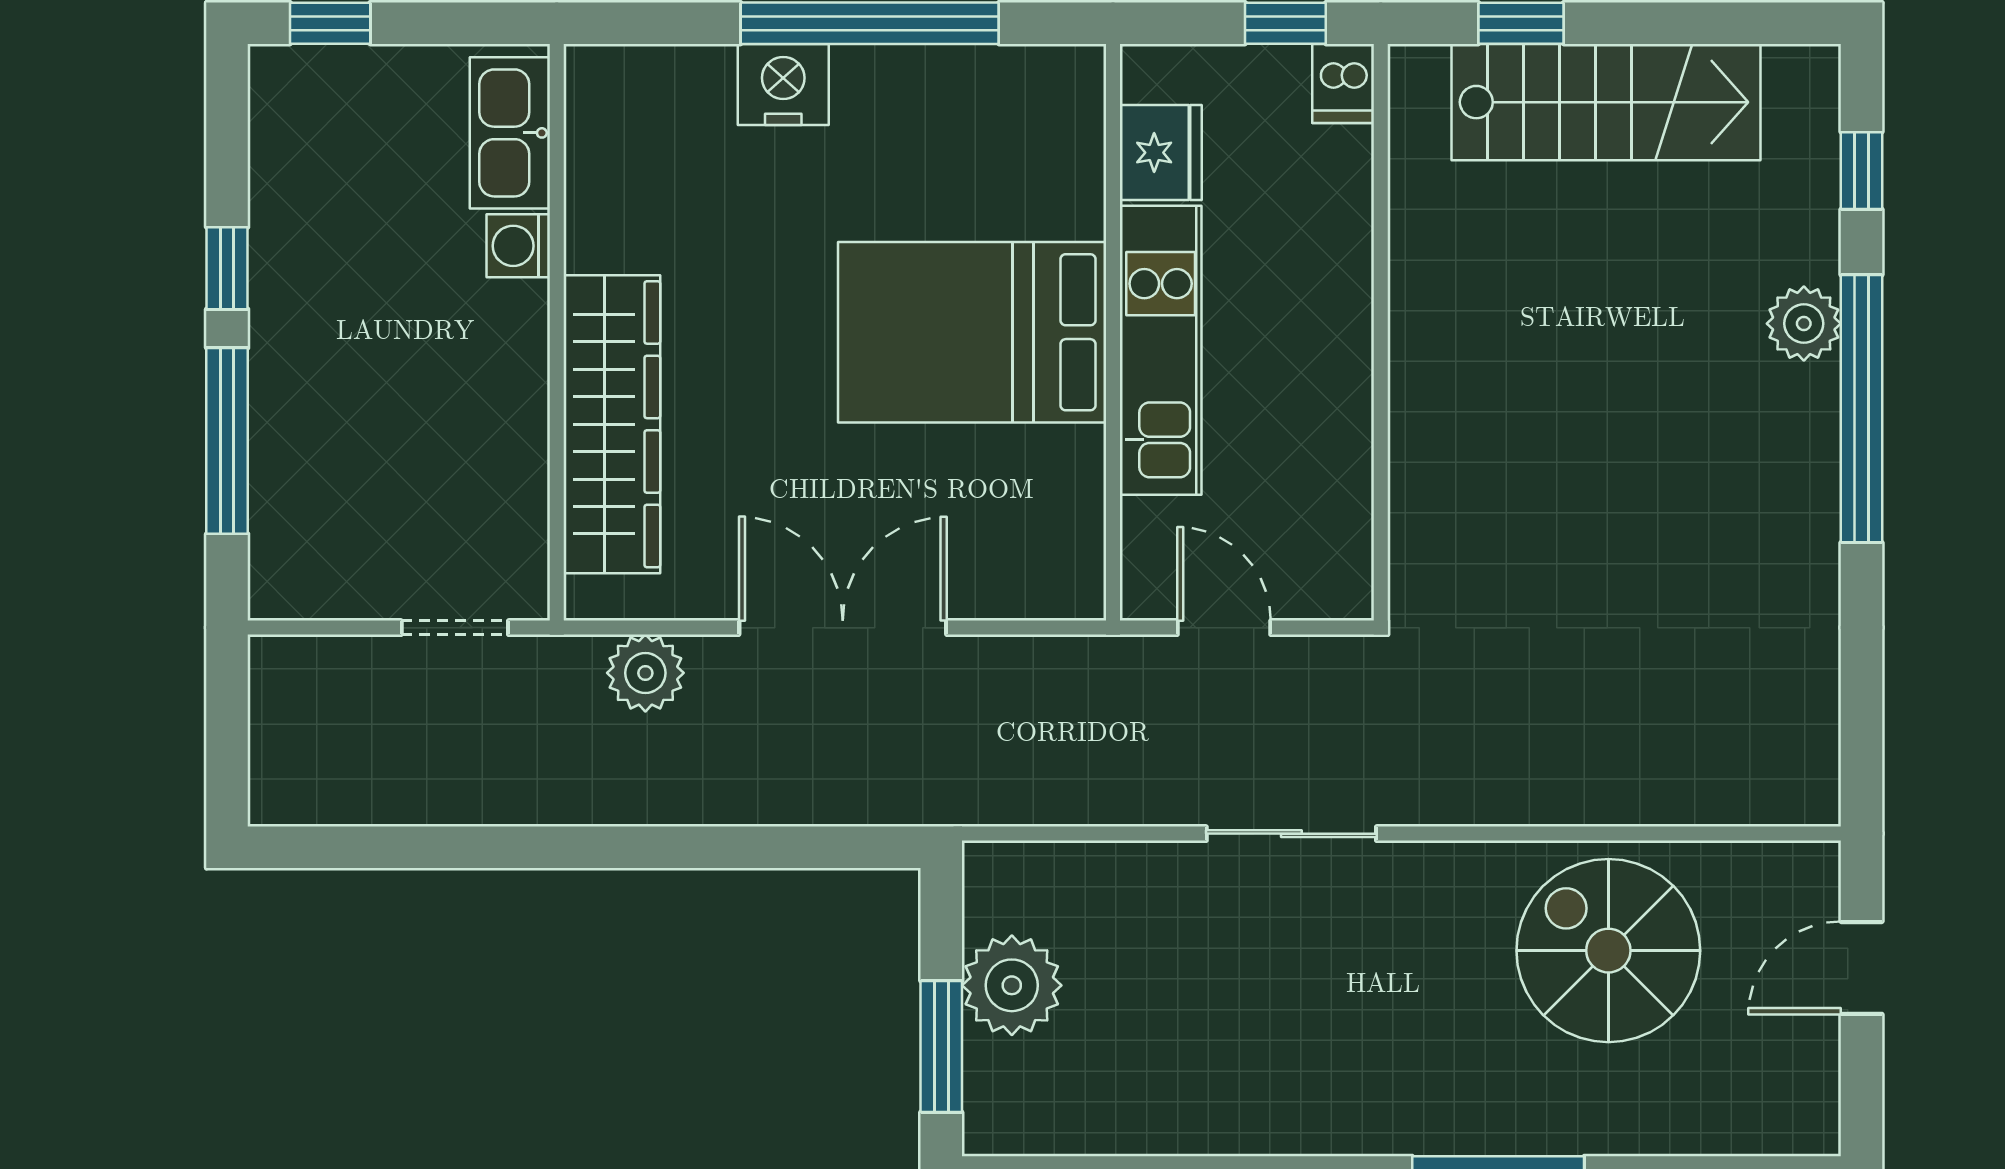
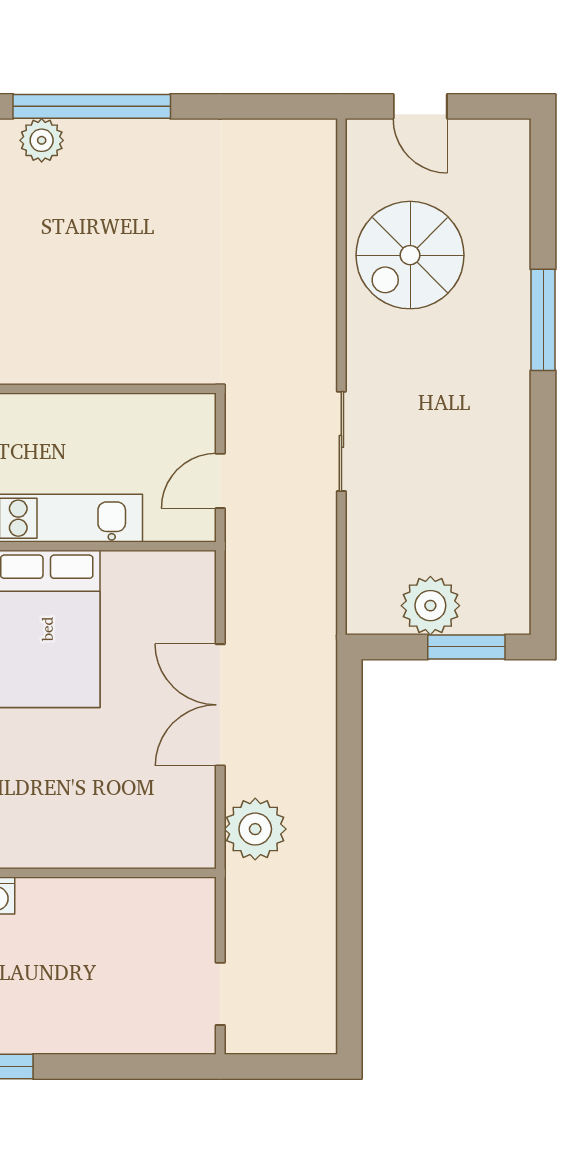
wardrobe: (612, 424) -> (101, 841), removed
window: (227, 441) -> (111, 1067), removed
doorway: (455, 628) -> (220, 994), moved
plant: (645, 673) -> (255, 829), width x1.36, depth x1.36

